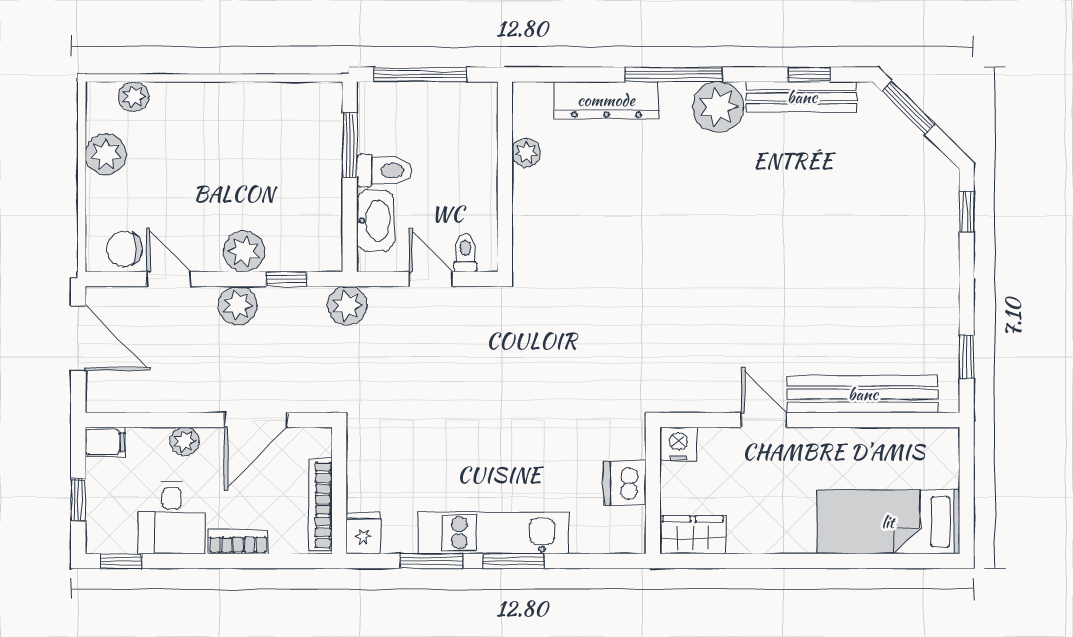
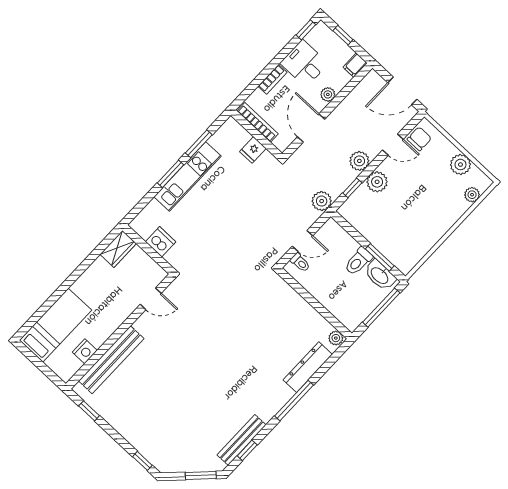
plant: (718, 107) -> (267, 406), removed
plant: (526, 153) -> (336, 338), moved
washbasin: (375, 221) -> (380, 275), moved
door: (764, 420) -> (151, 299), moved
nightstand: (678, 444) -> (85, 351), moved
fridge: (363, 533) -> (253, 150), moved, turned 90

